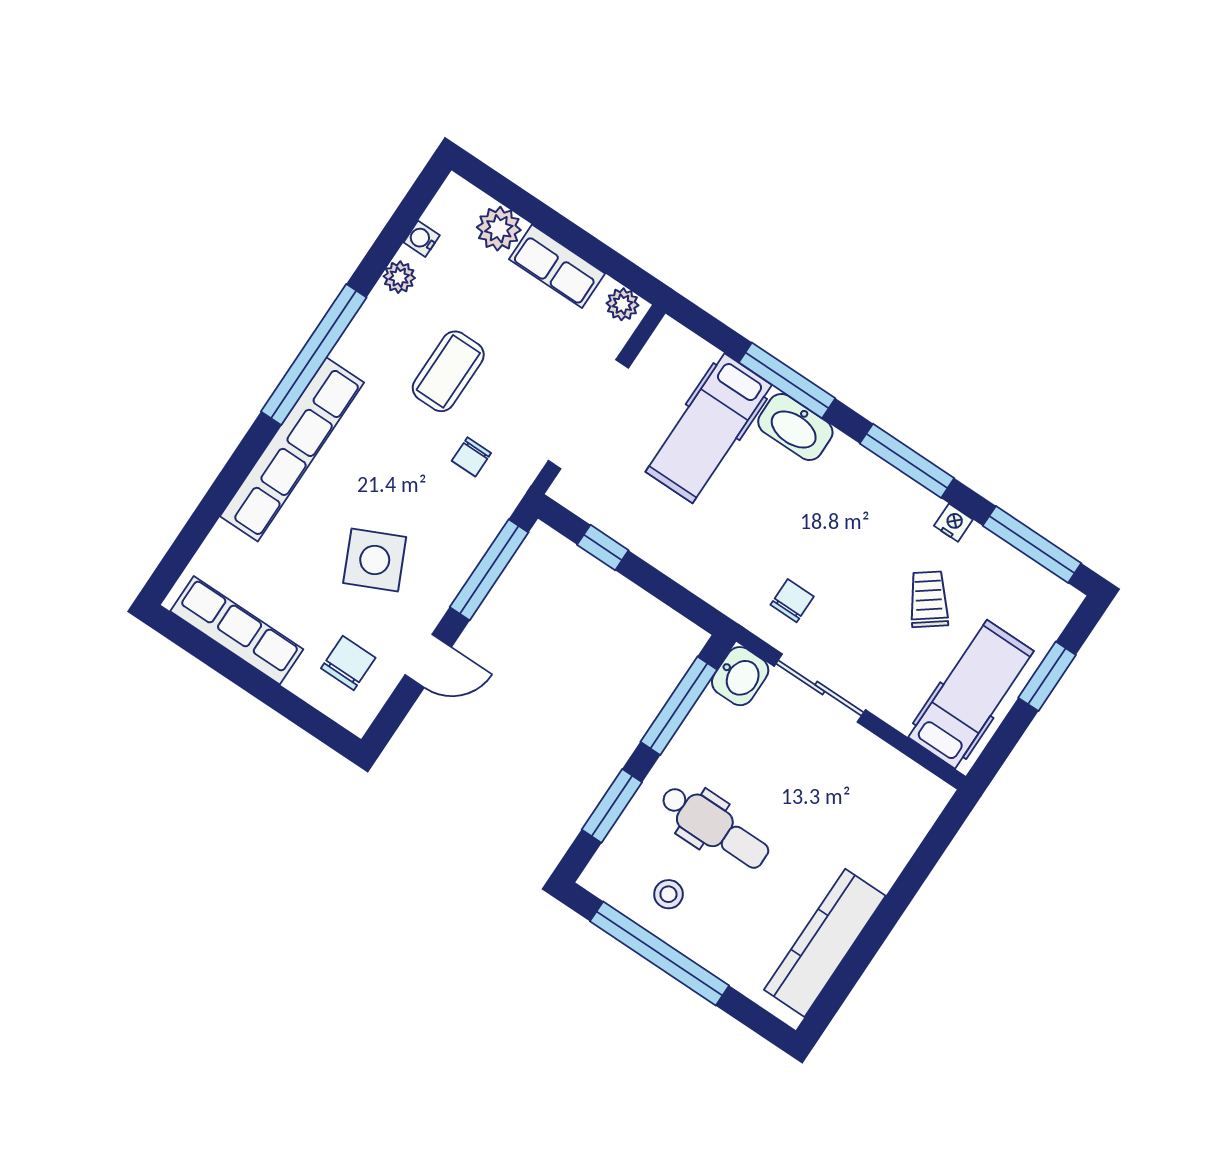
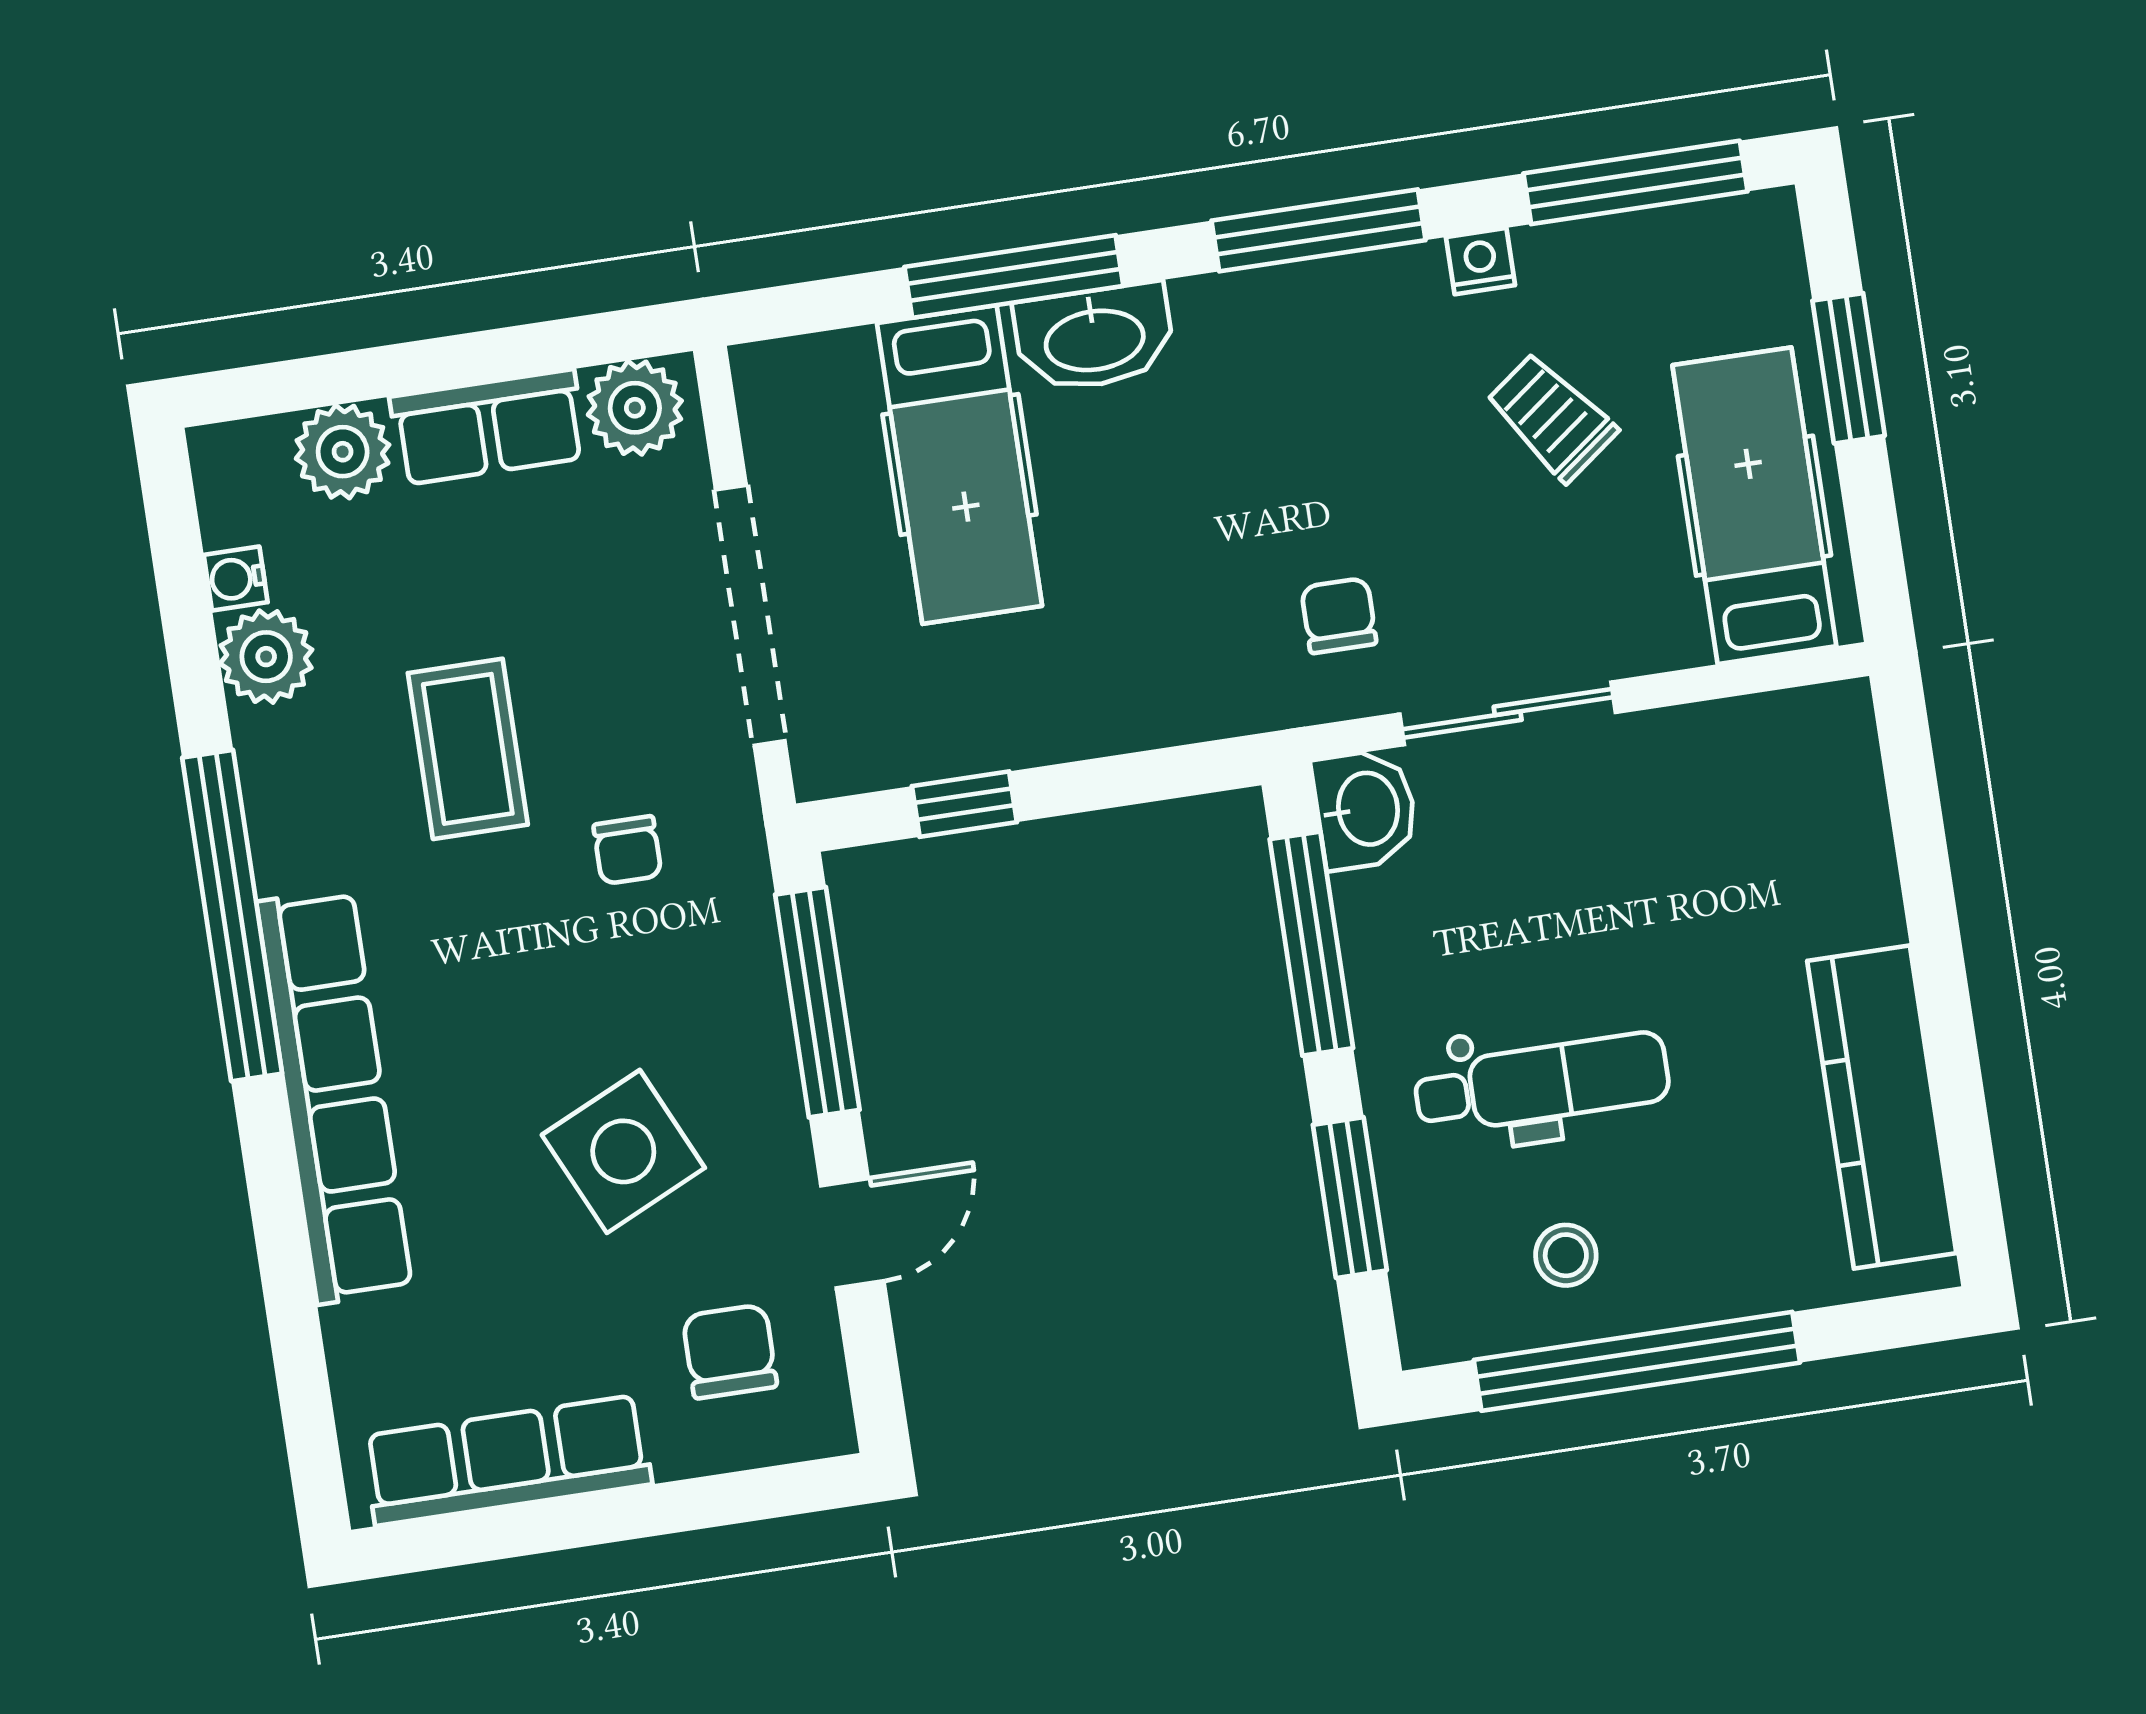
plant: (399, 277) -> (266, 657), width x1.38, depth x1.38
plant: (622, 304) -> (635, 408), width x1.38, depth x1.38

